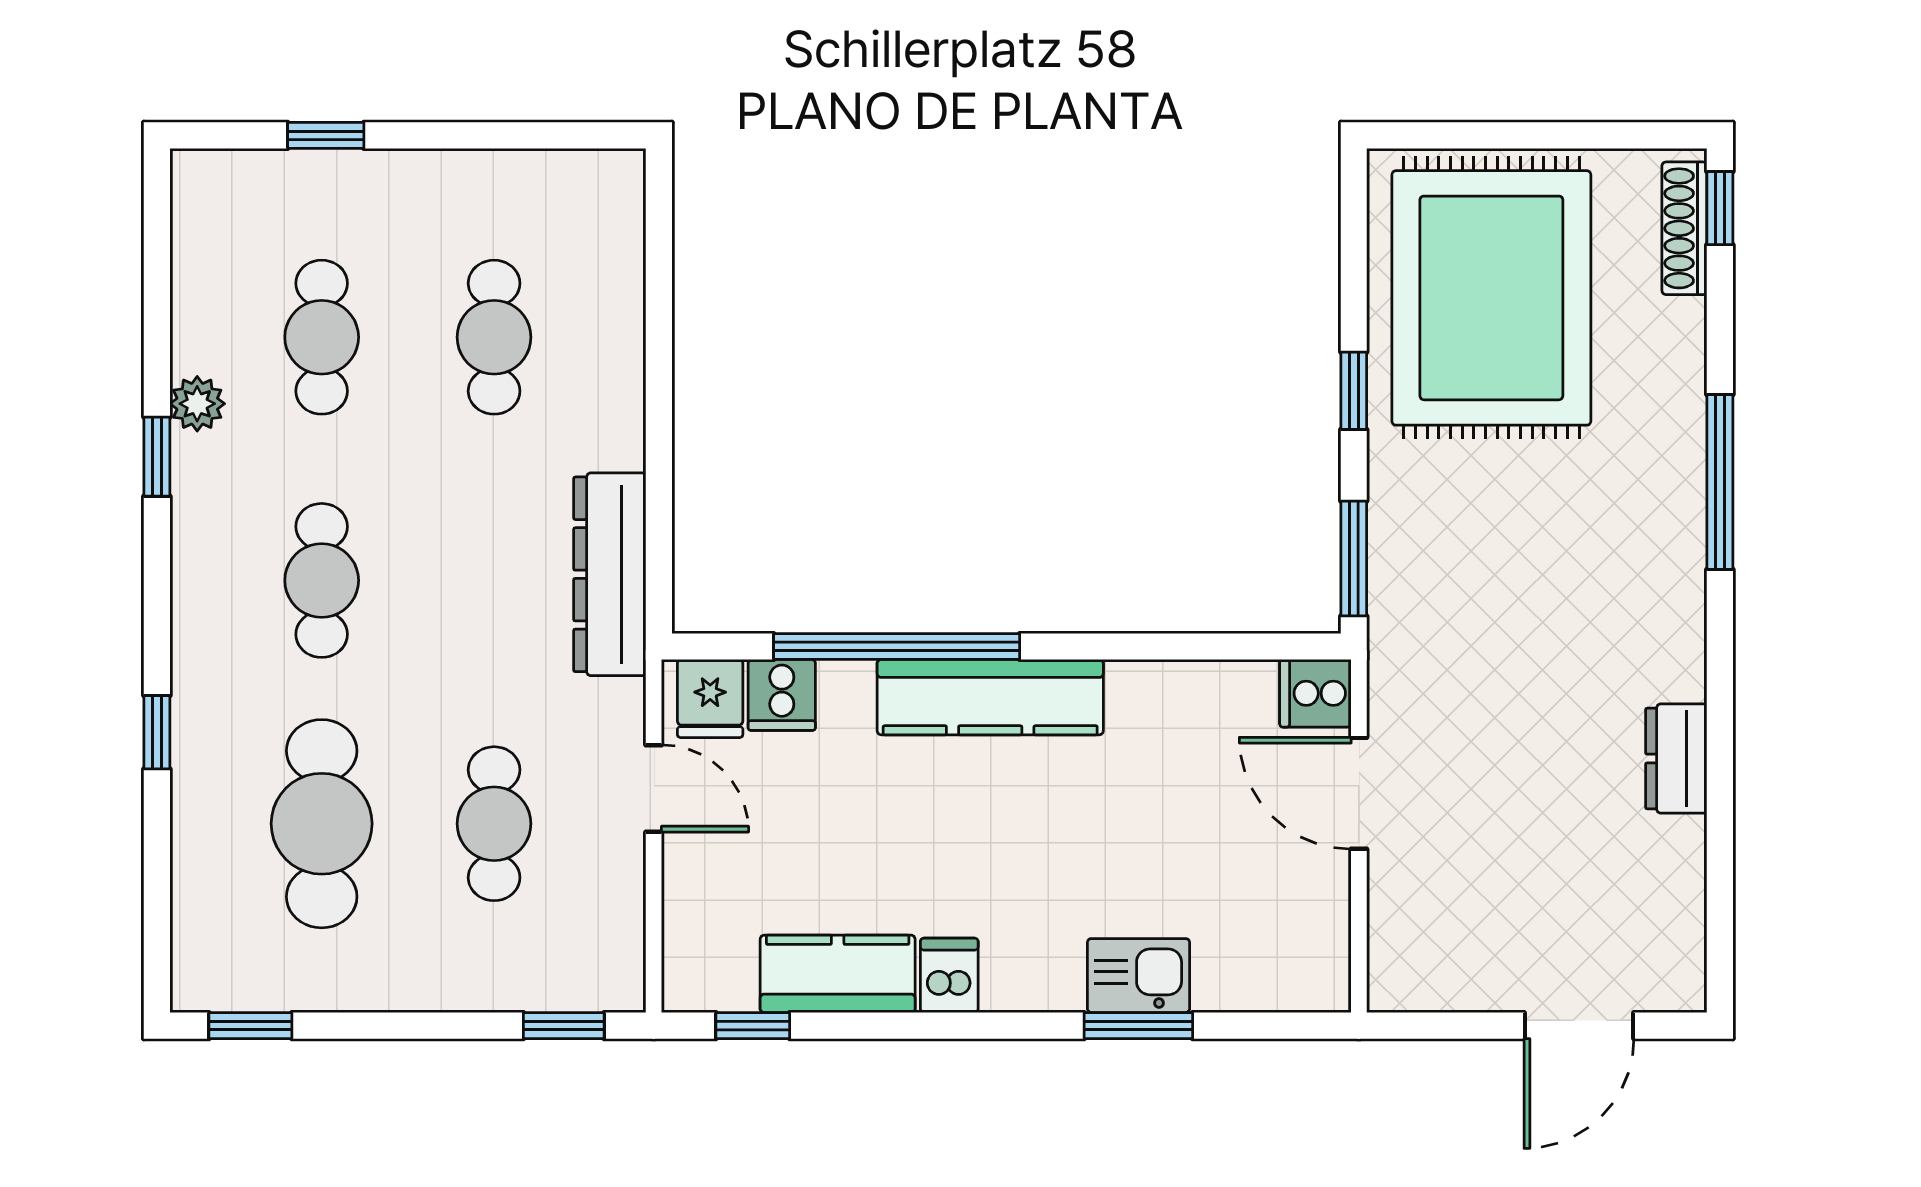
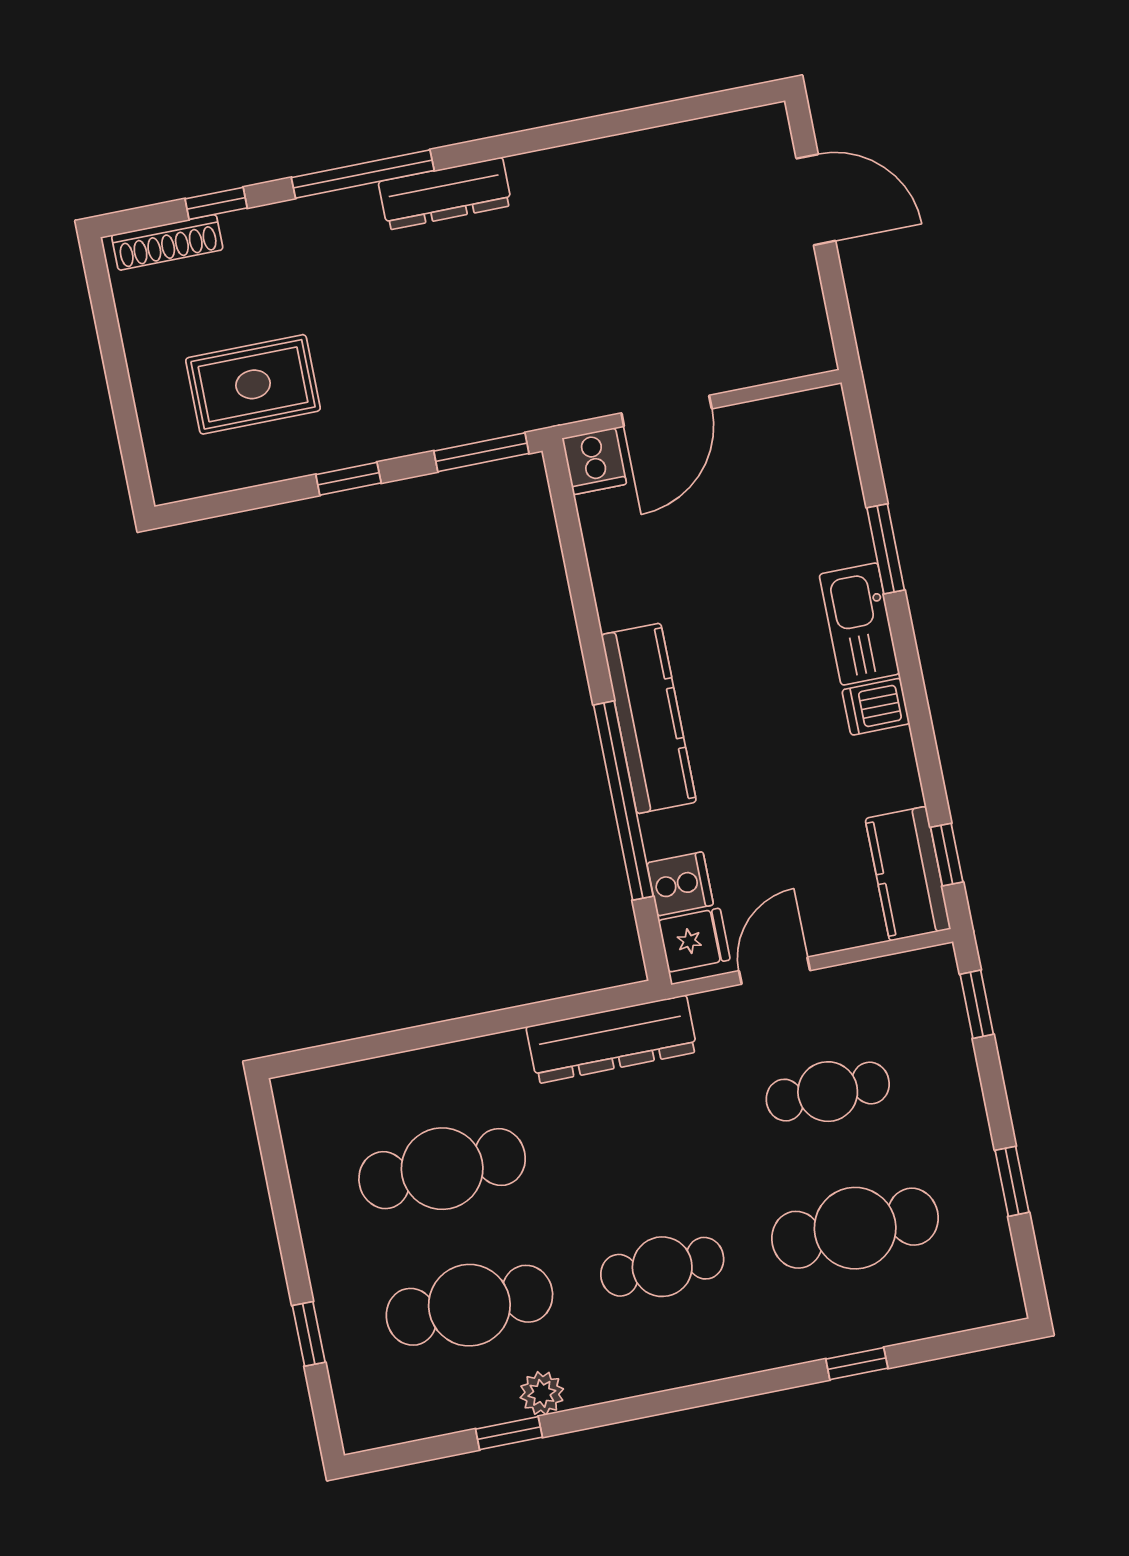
window: (1720, 208) -> (216, 203), moved
rug: (1491, 298) -> (253, 384), width x0.54, depth x0.49
cafe table: (322, 337) -> (469, 1305), width x1.37, depth x1.35
cafe table: (494, 337) -> (442, 1169), width x1.37, depth x1.35
window: (157, 457) -> (509, 1433), moved
window: (157, 732) -> (857, 1364), moved
dresser: (1676, 758) -> (445, 194), moved, width x1.44
kitchen counter: (838, 974) -> (908, 874), moved
kitchen sink: (1139, 976) -> (859, 624), moved, width x1.38
window: (250, 1026) -> (1012, 1181), moved

